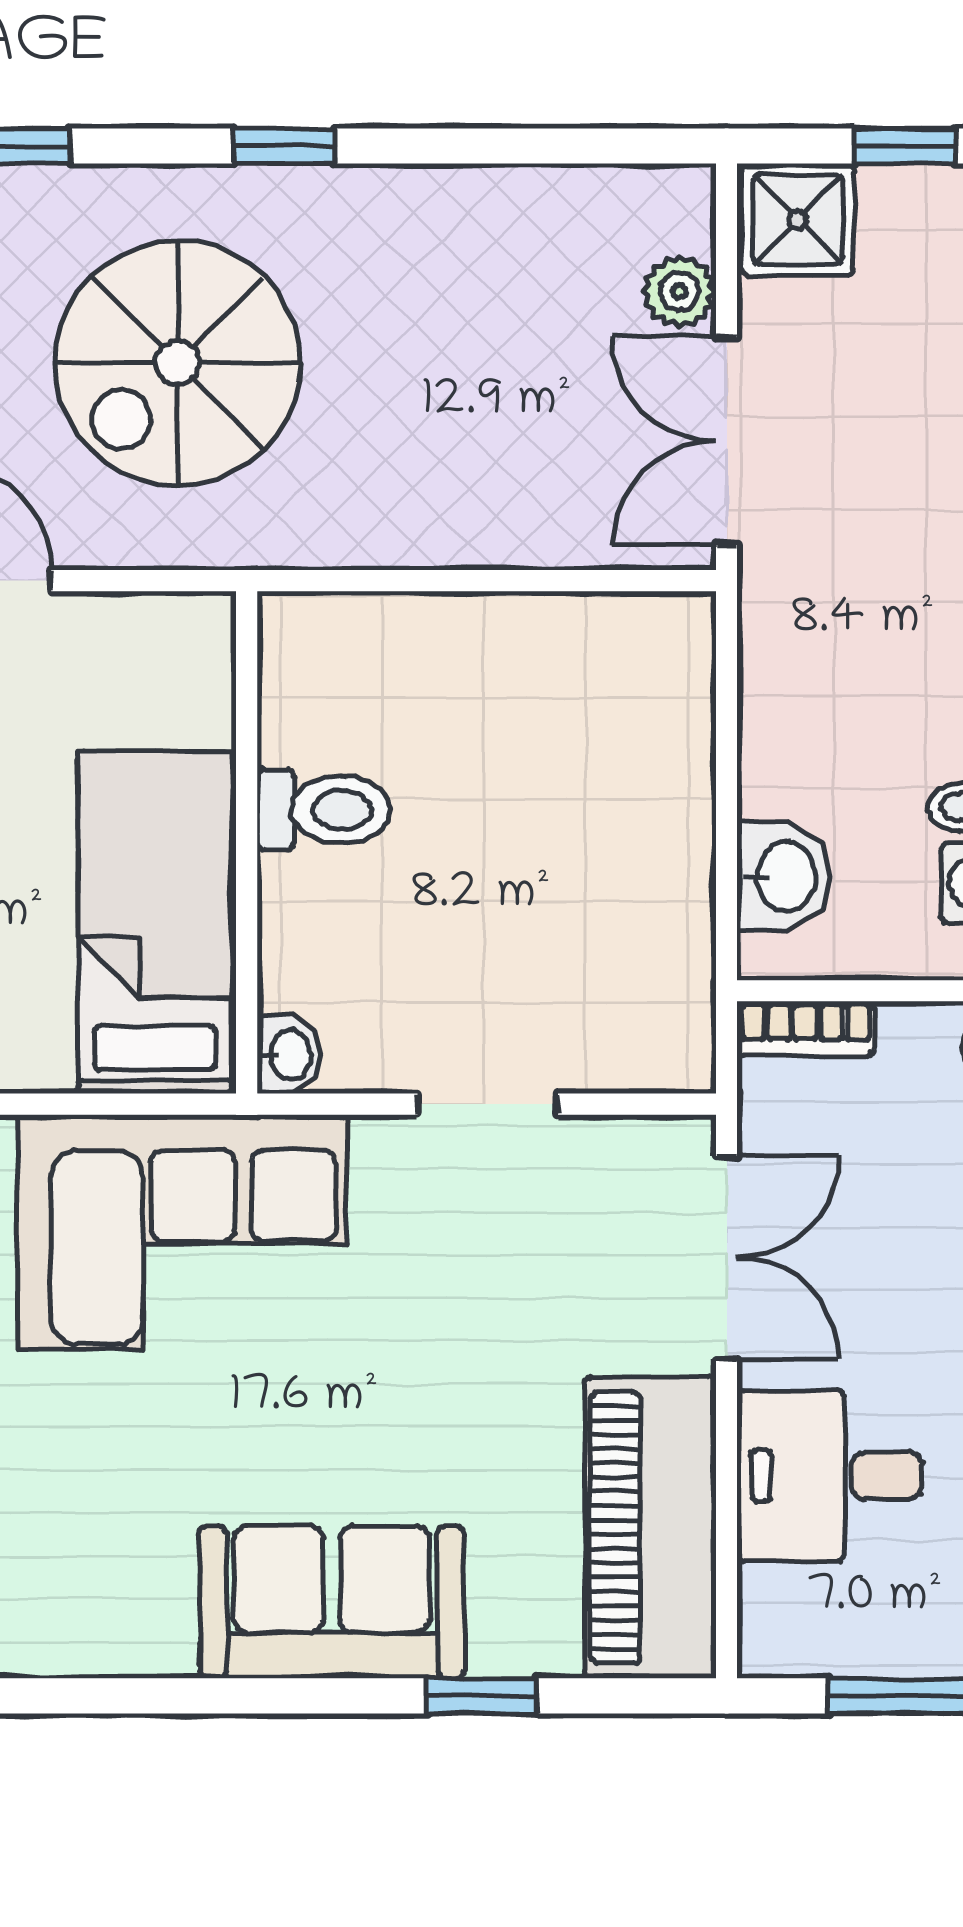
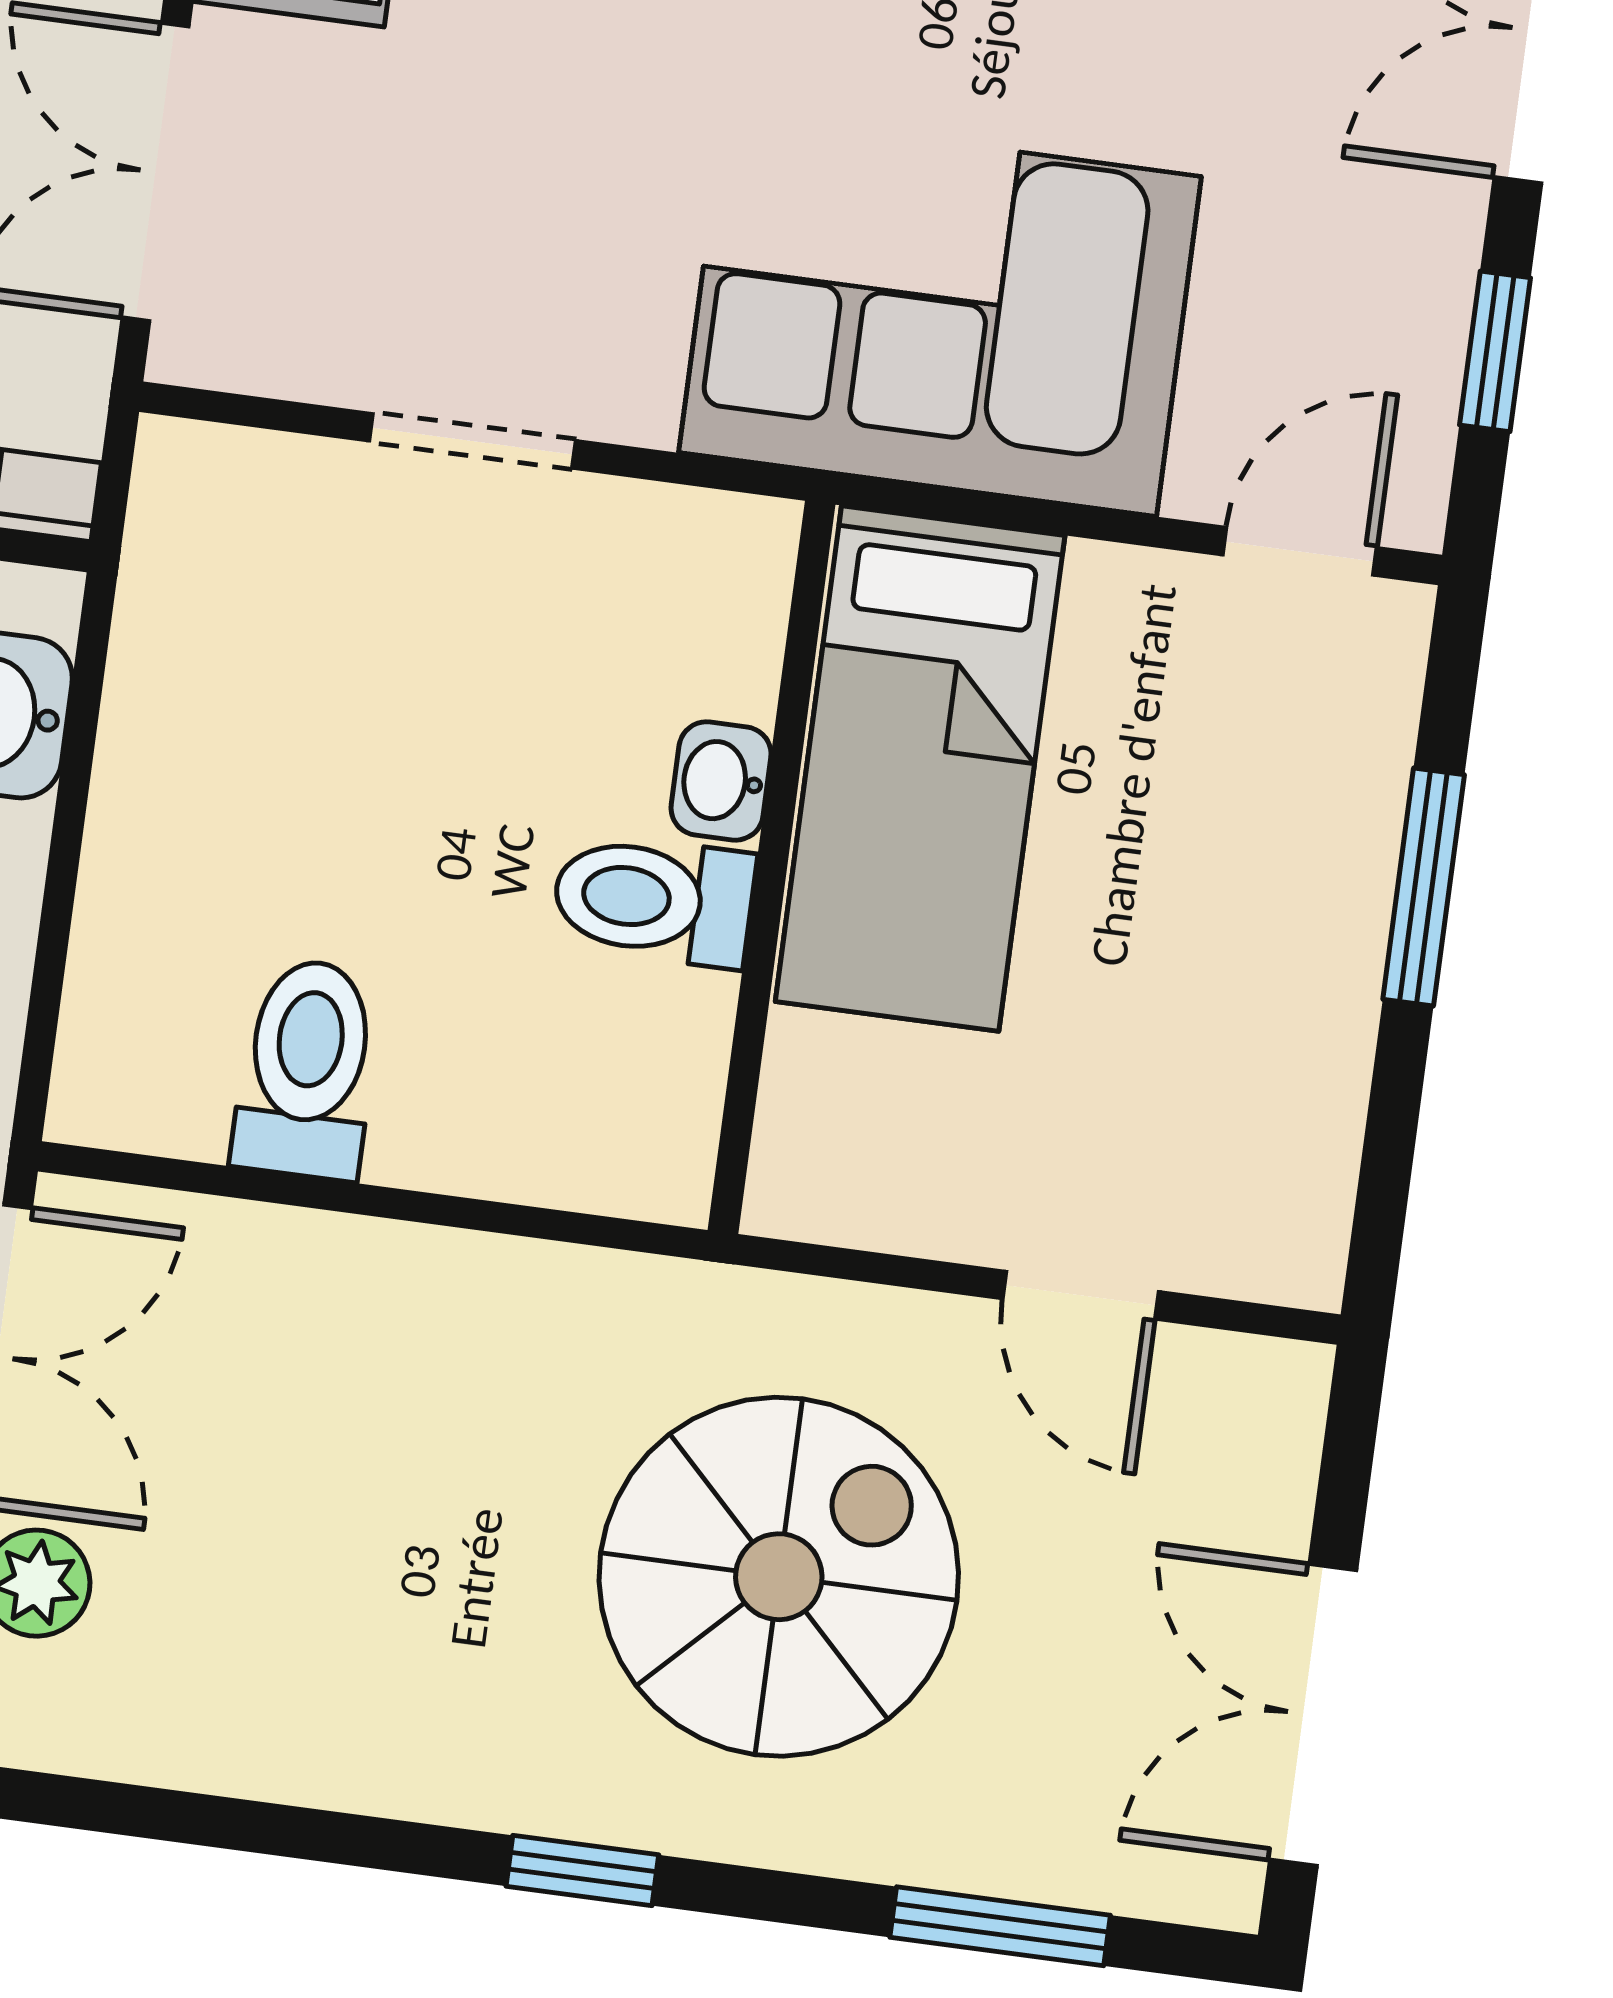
toilet: (543, 664) -> (307, 1069), added
washbasin: (289, 1055) -> (721, 781), moved

